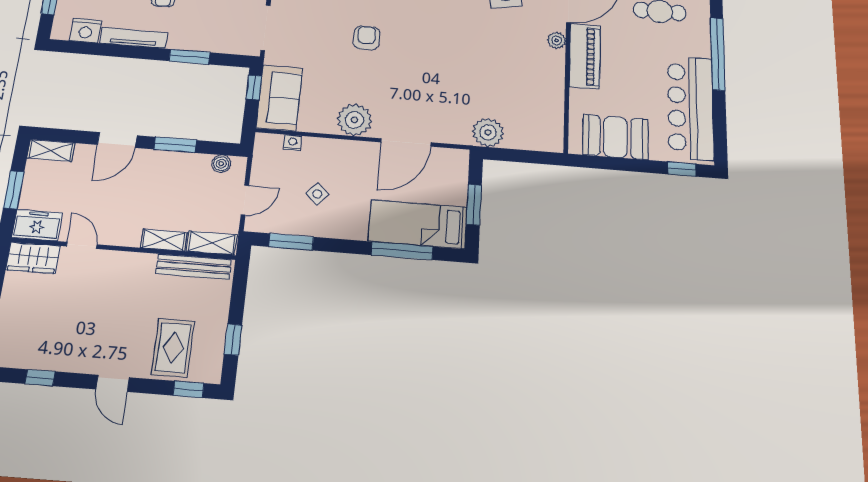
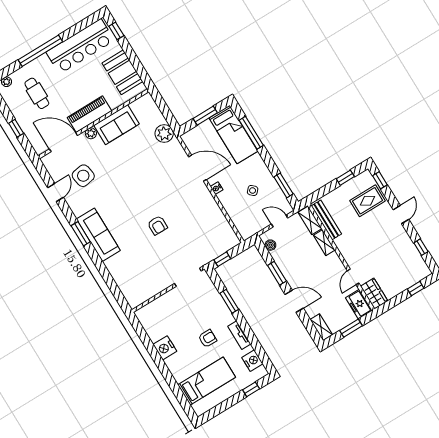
tv unit: (134, 38) -> (239, 335), width x0.71
armchair: (366, 38) -> (157, 225), turned -90
sofa: (279, 98) -> (117, 125), moved, turned 180
plant: (354, 120) -> (204, 200), removed
nightstand: (292, 143) -> (217, 188), moved

